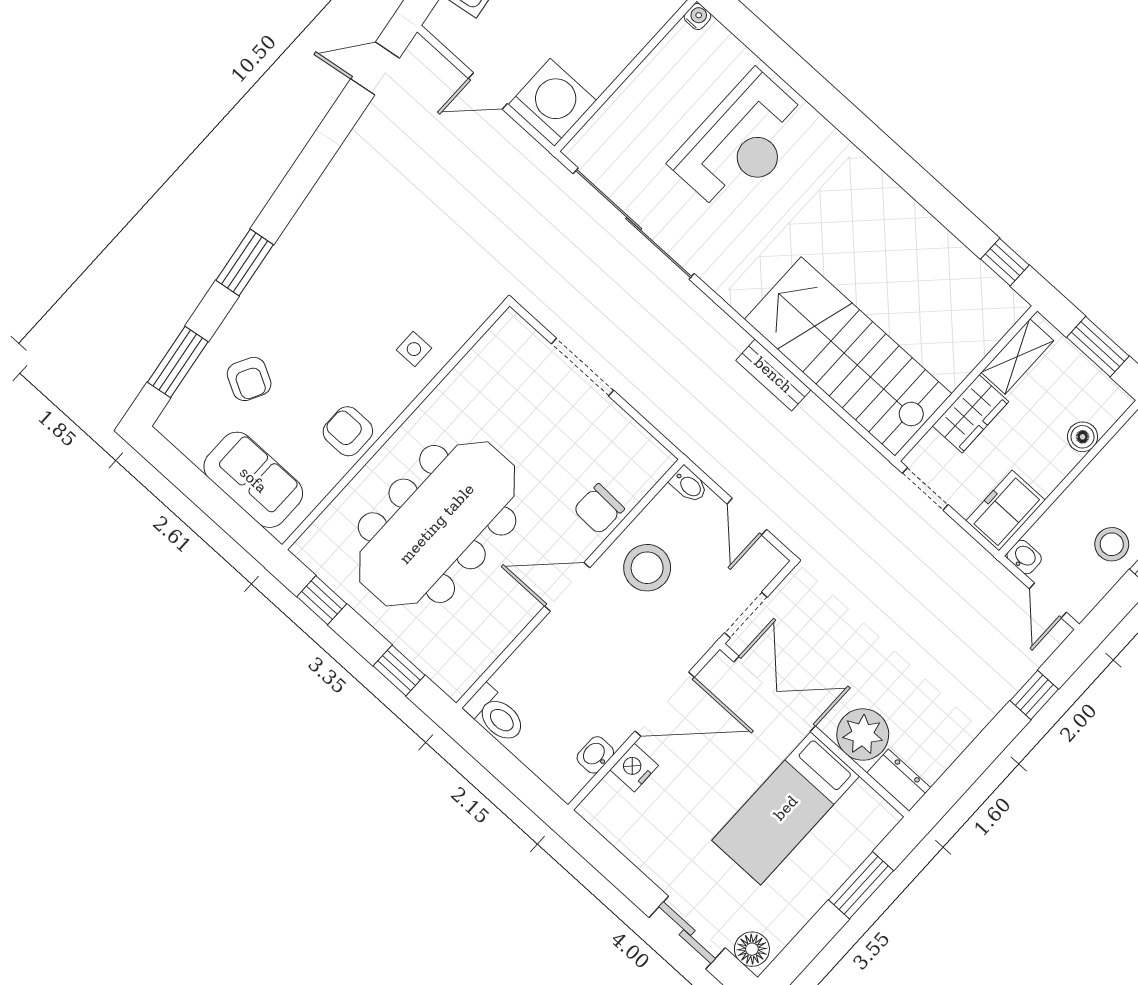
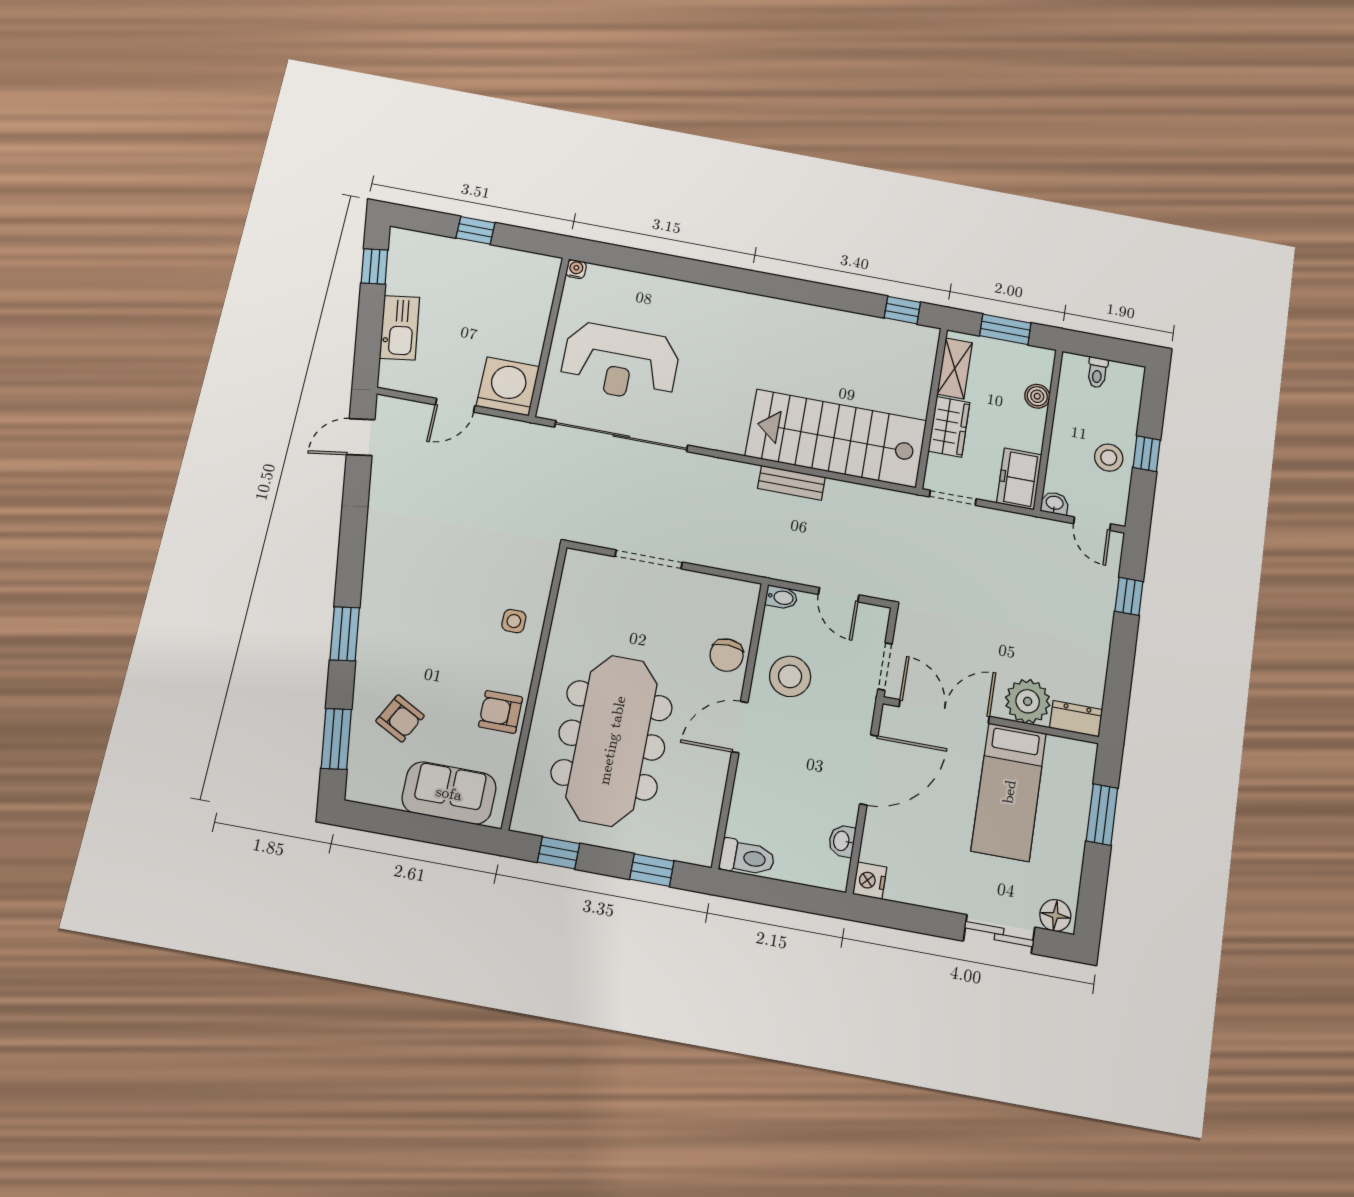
reception desk: (741, 143) -> (620, 362), moved, turned 90
nightstand: (634, 768) -> (870, 881), moved

